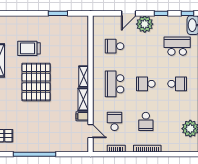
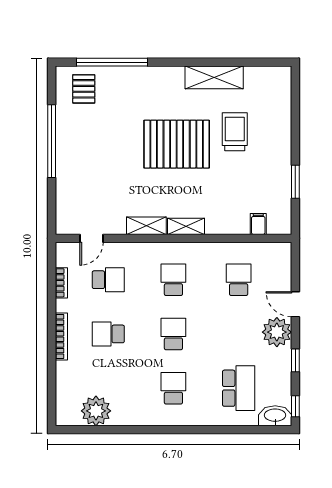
school desk: (114, 84) -> (173, 280), width x0.54
school desk: (177, 84) -> (173, 388), turned 180
filing cabinet: (82, 116) -> (258, 224), moved

